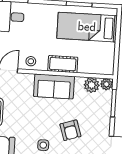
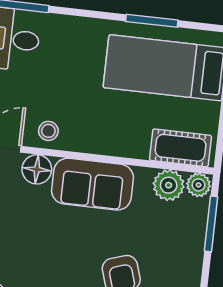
cot: (63, 64) -> (181, 148), moved
floor lamp: (26, 81) -> (37, 169), added

